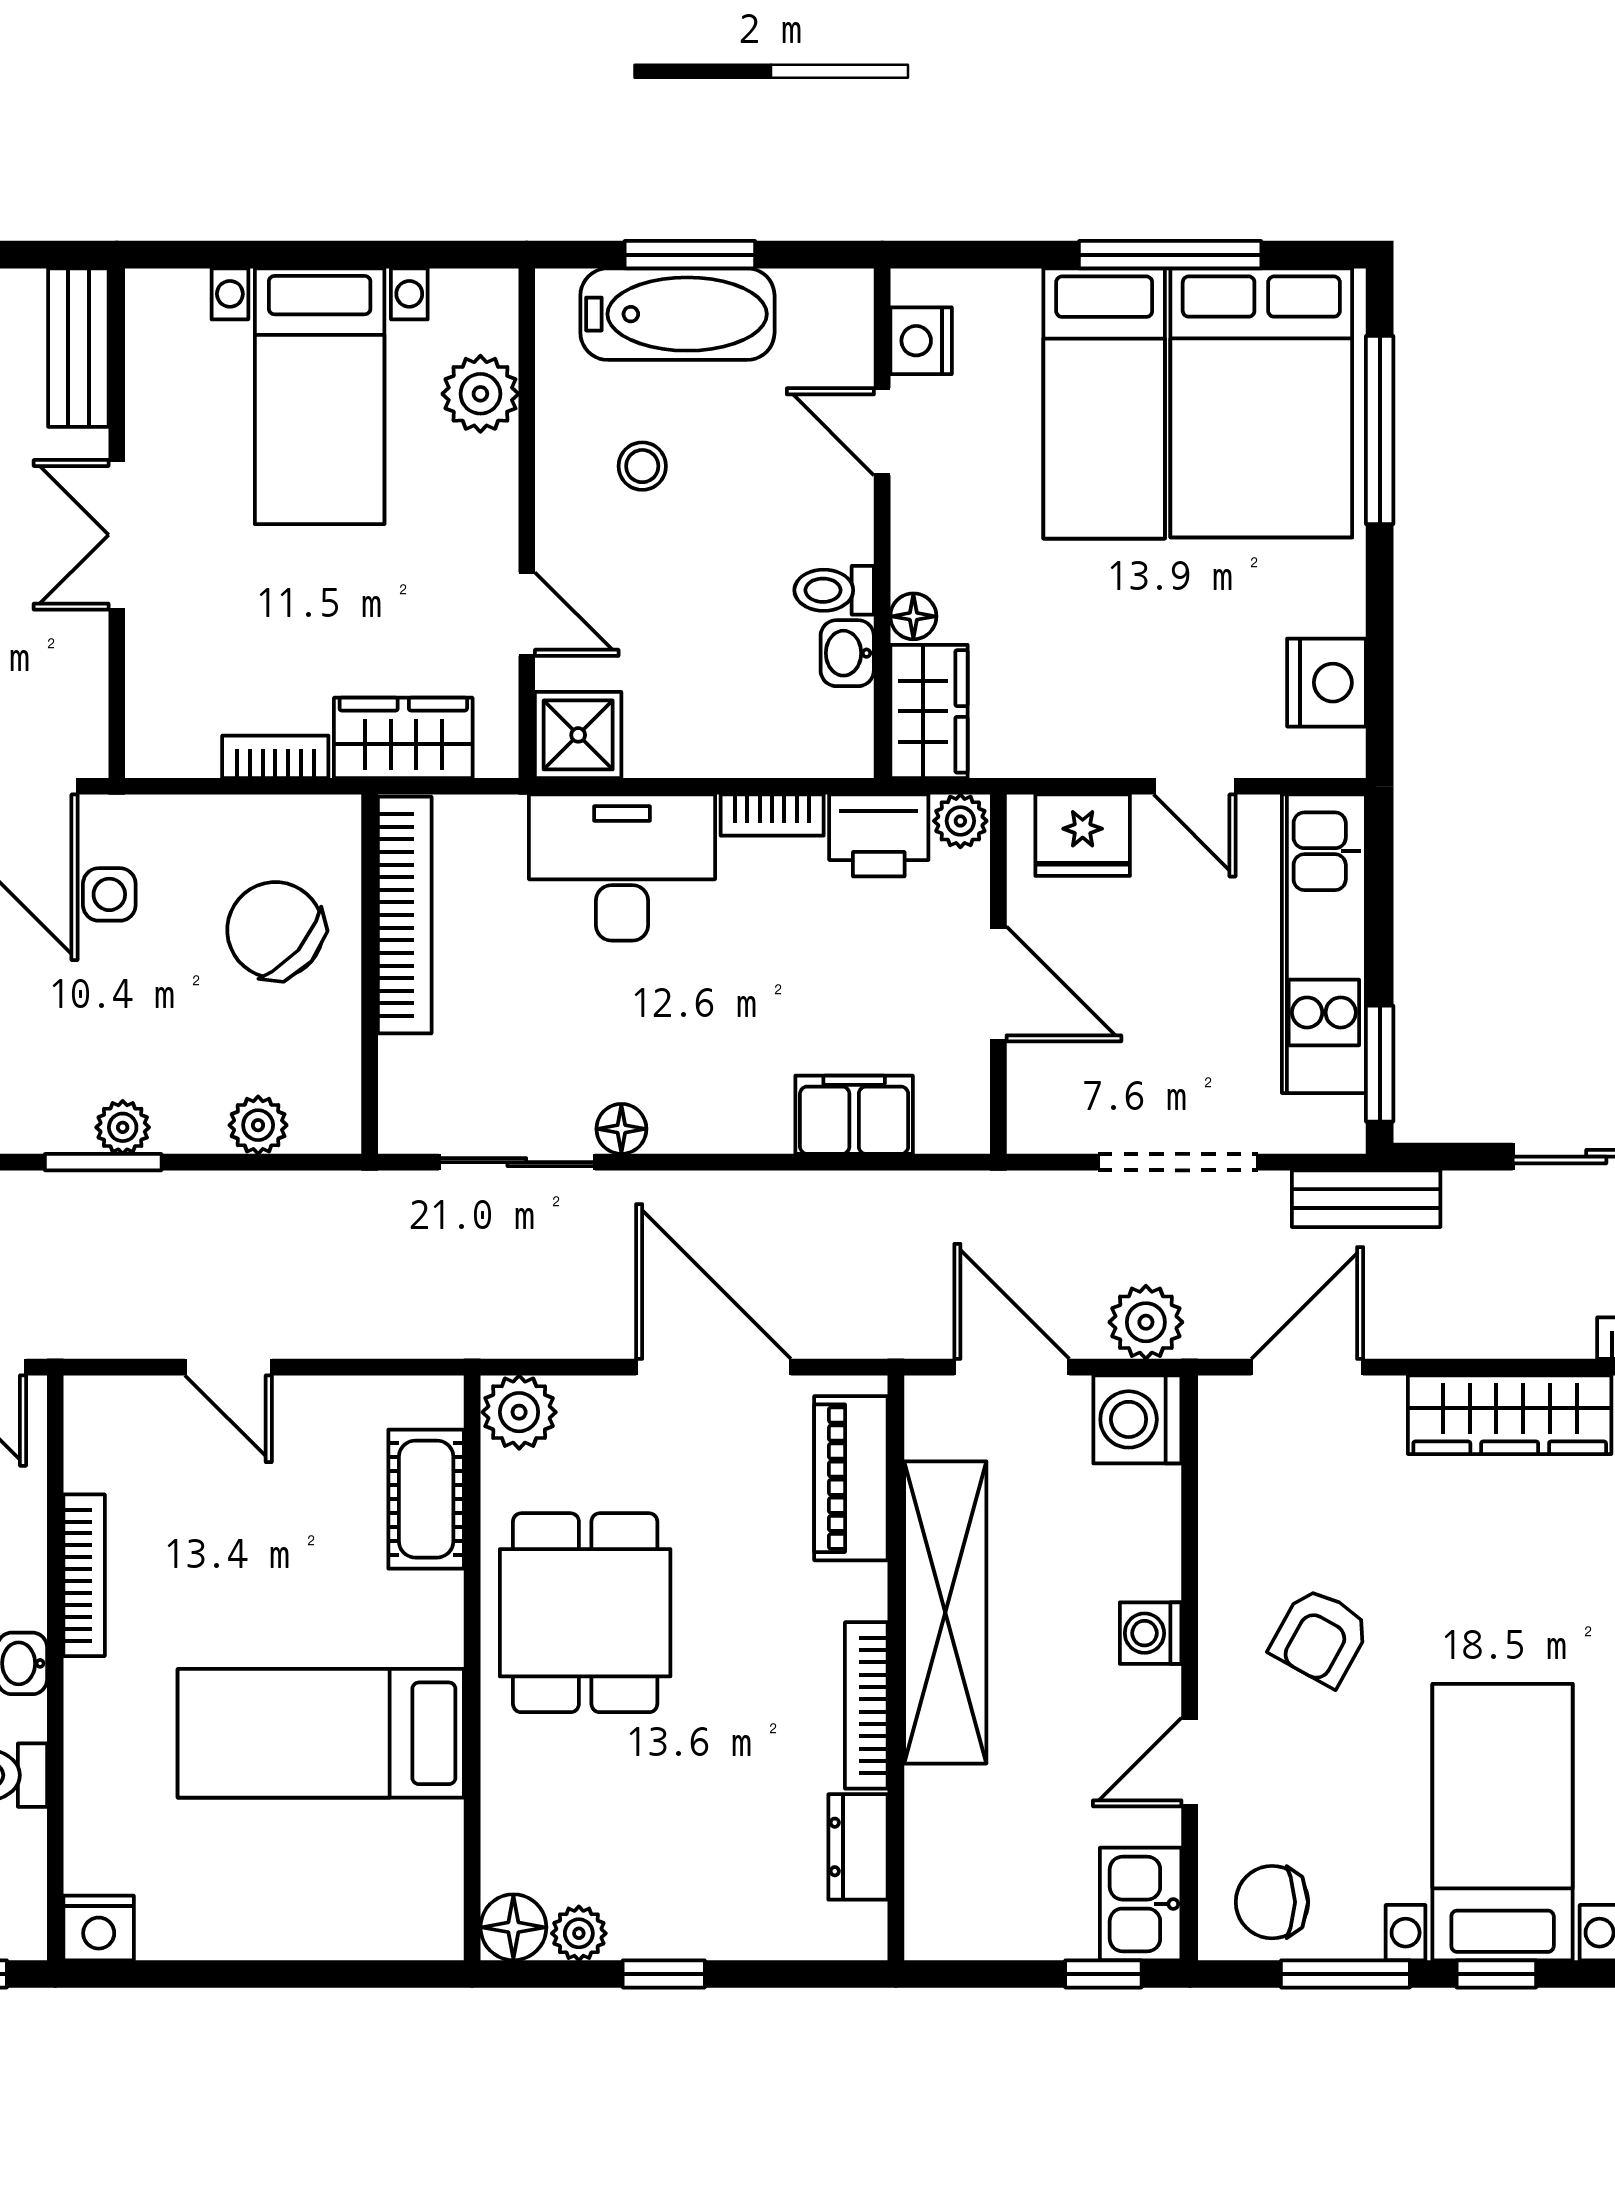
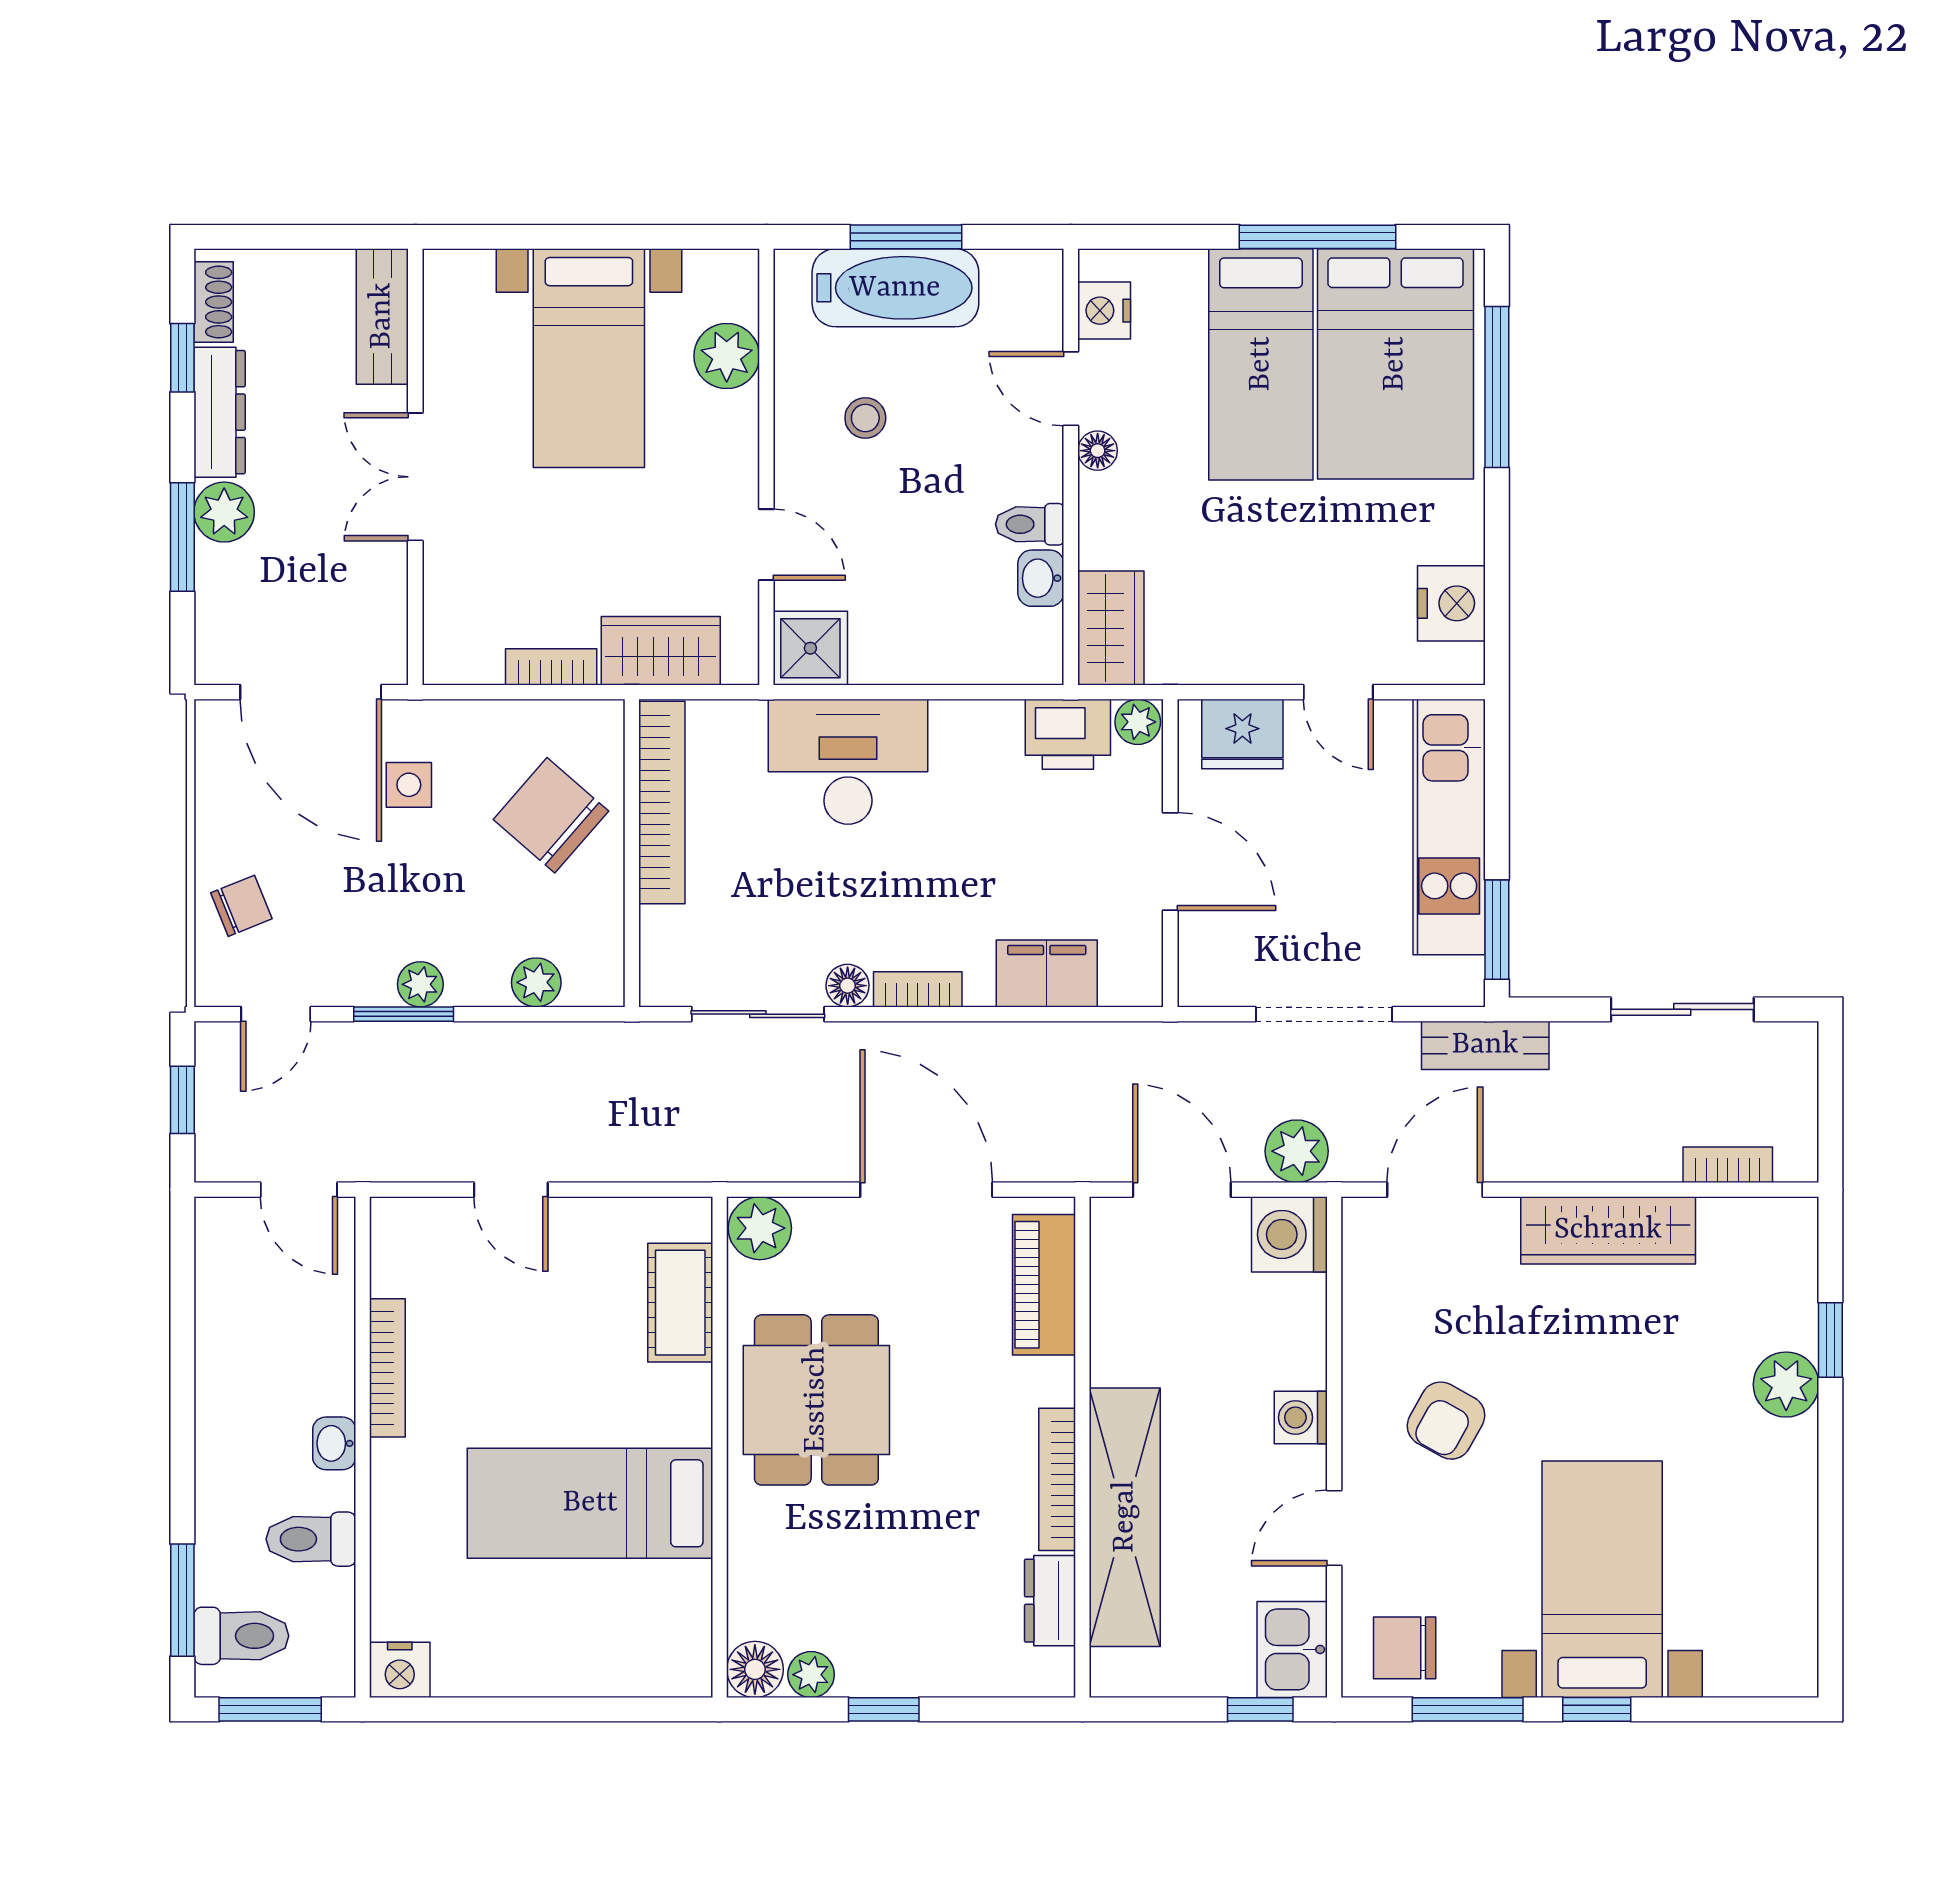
floor lamp: (913, 616) -> (1098, 451), moved
bookcase: (772, 815) -> (918, 989), moved, turned 180
shelving: (945, 1612) -> (1125, 1517), moved

